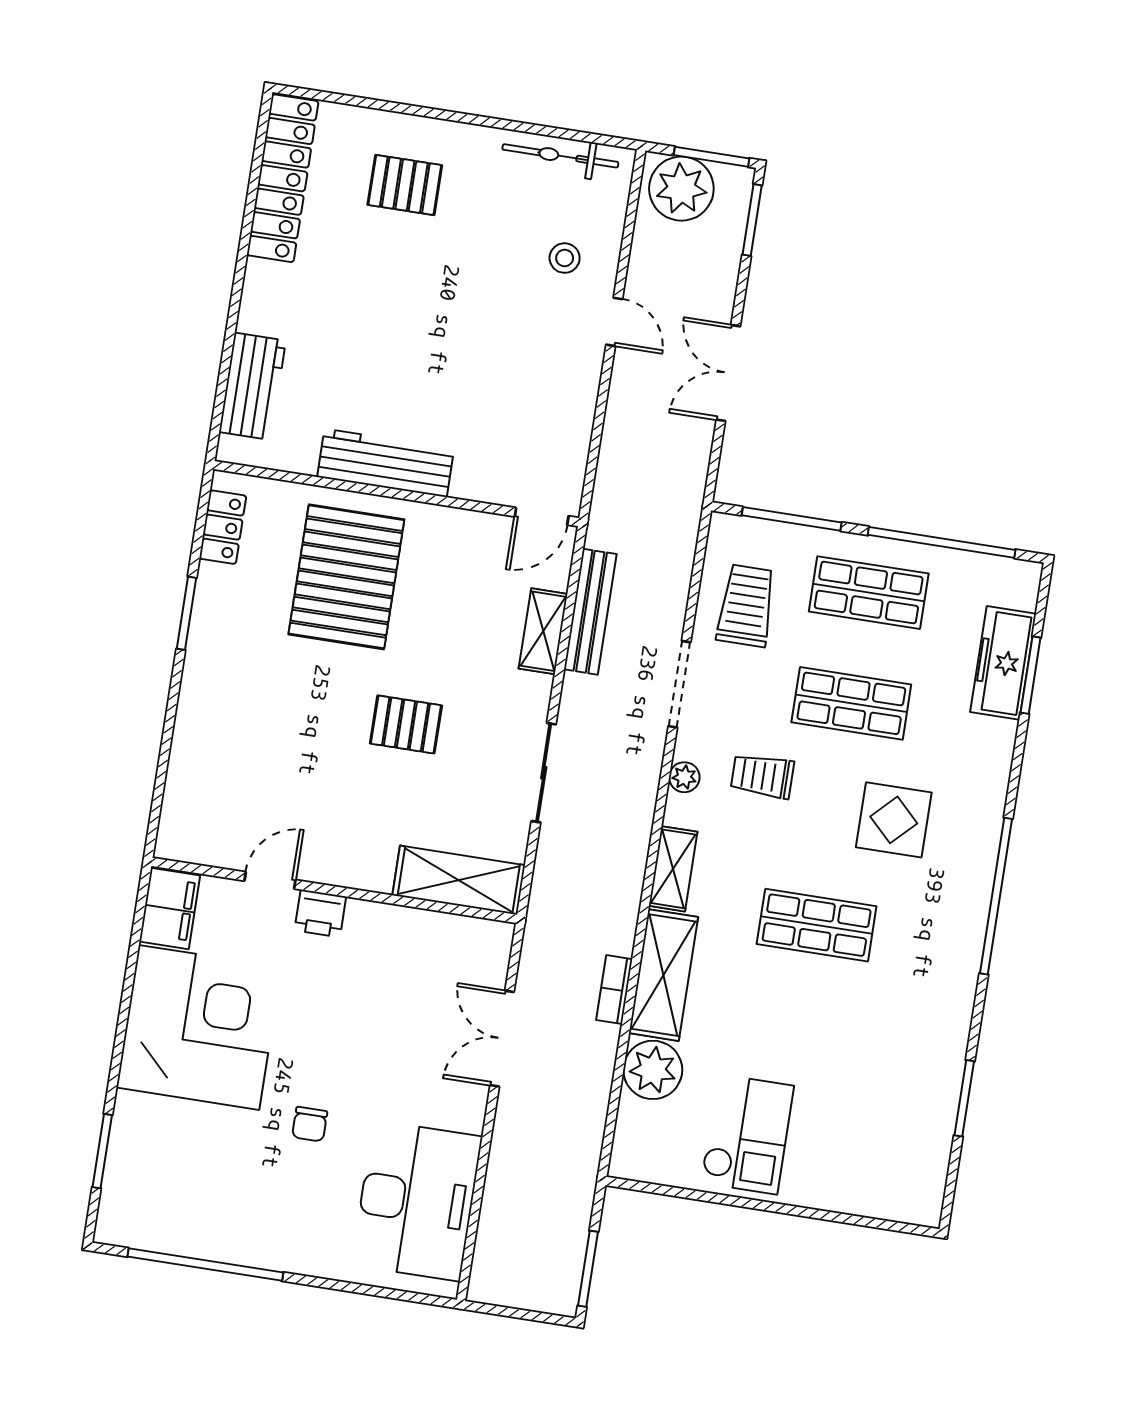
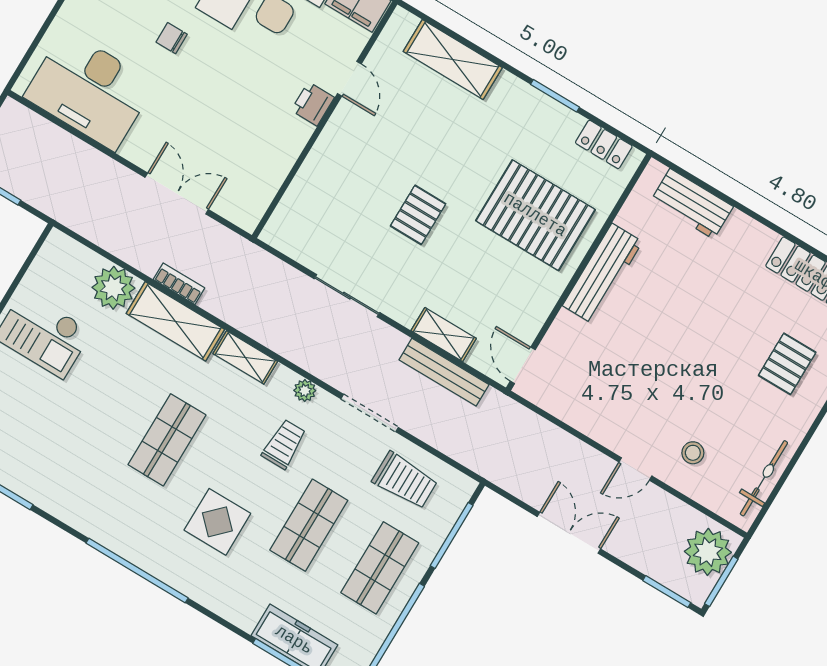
shelving: (459, 880) -> (453, 60), moved, turned 90

